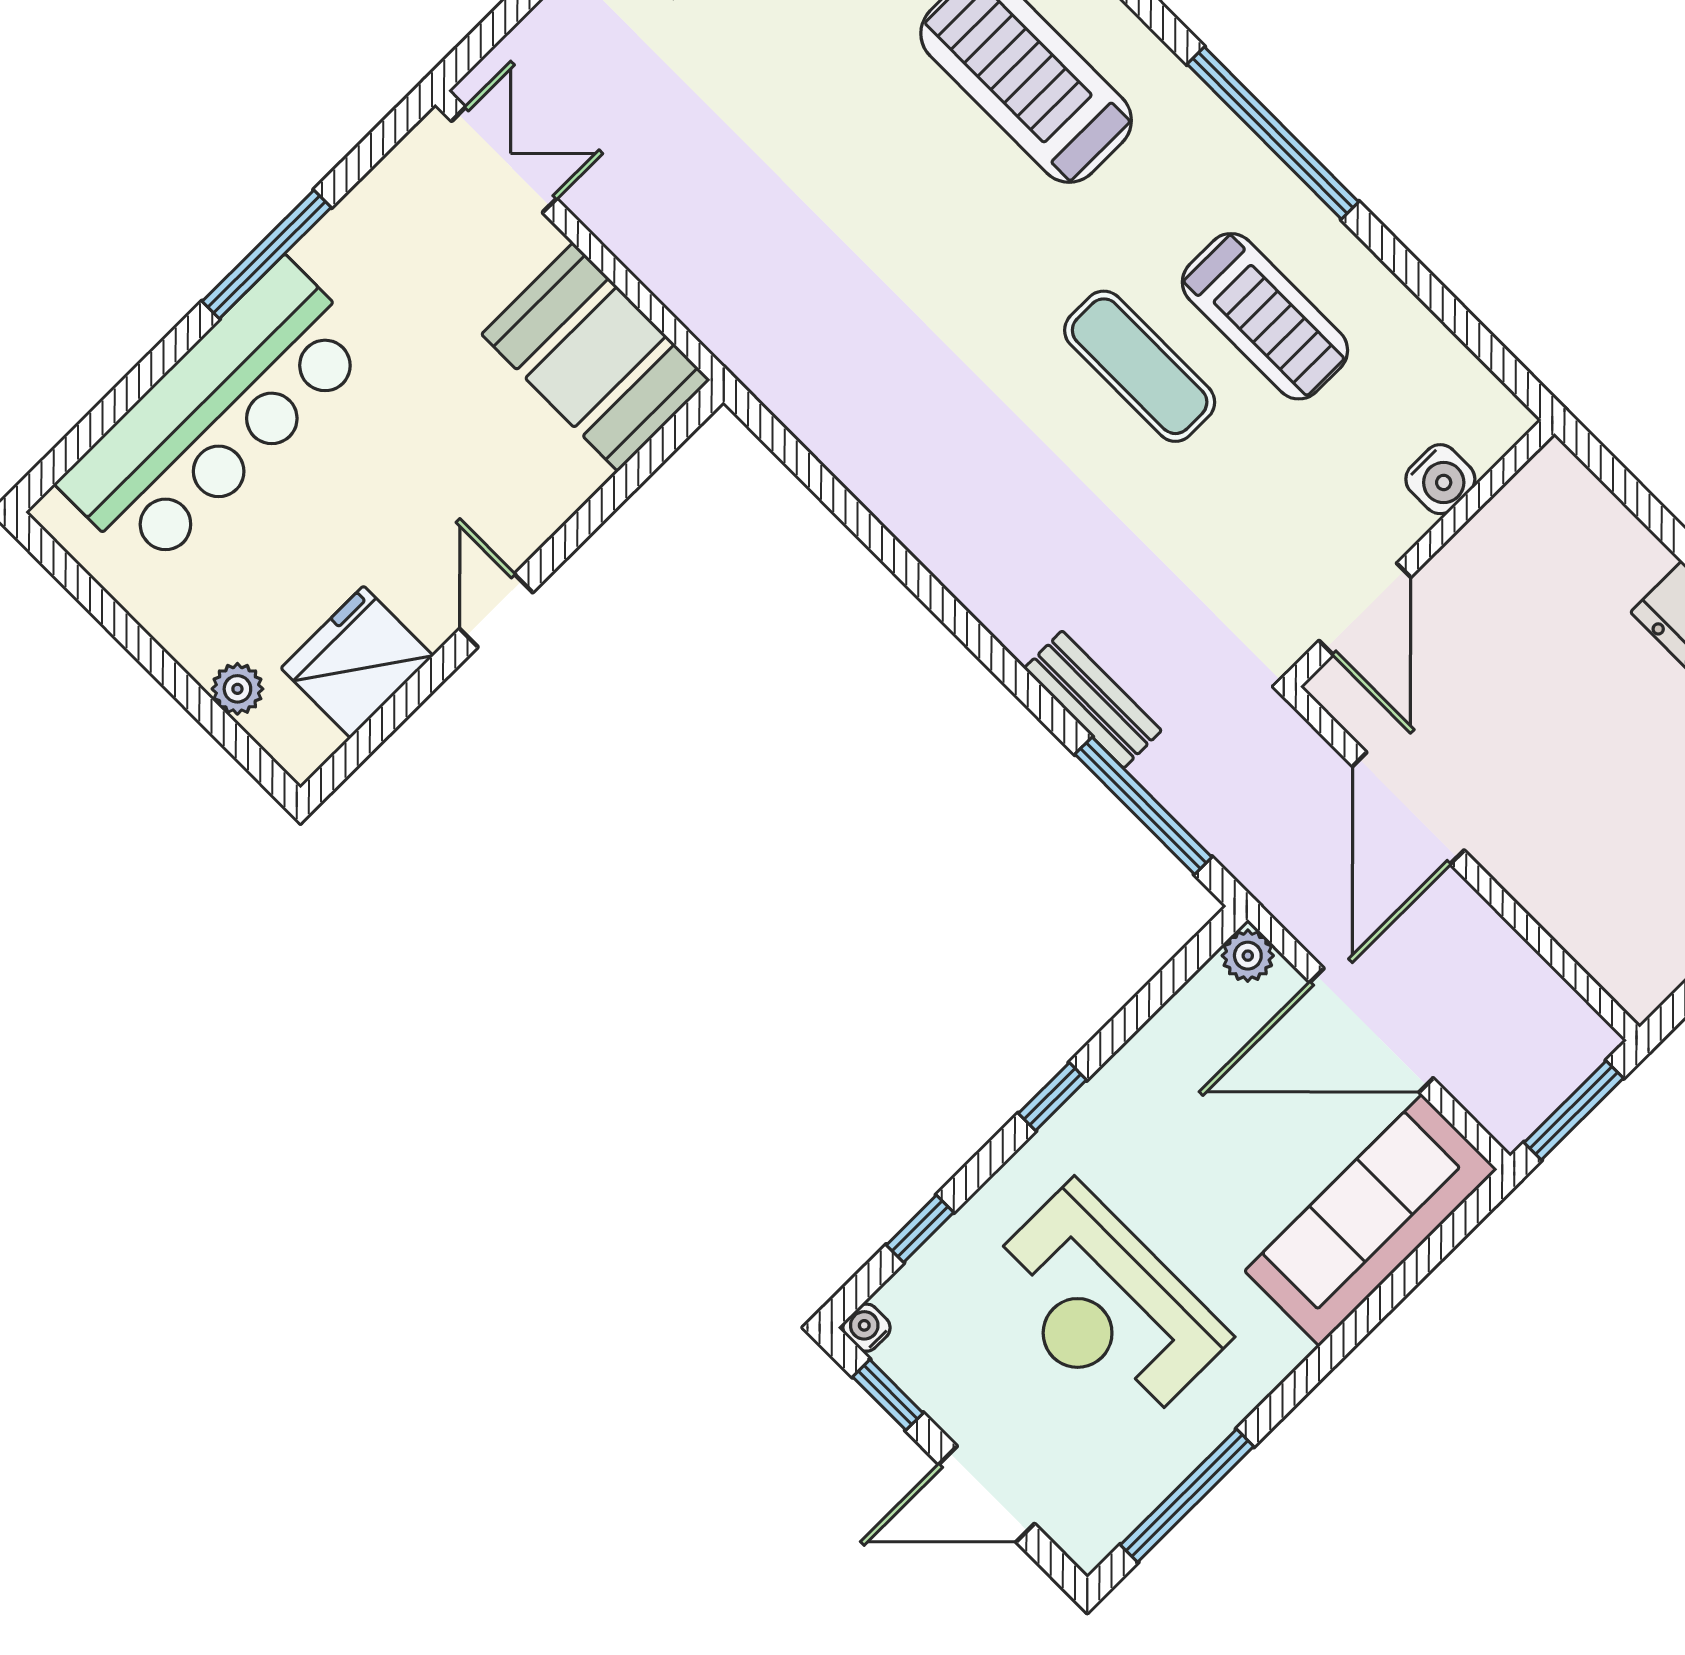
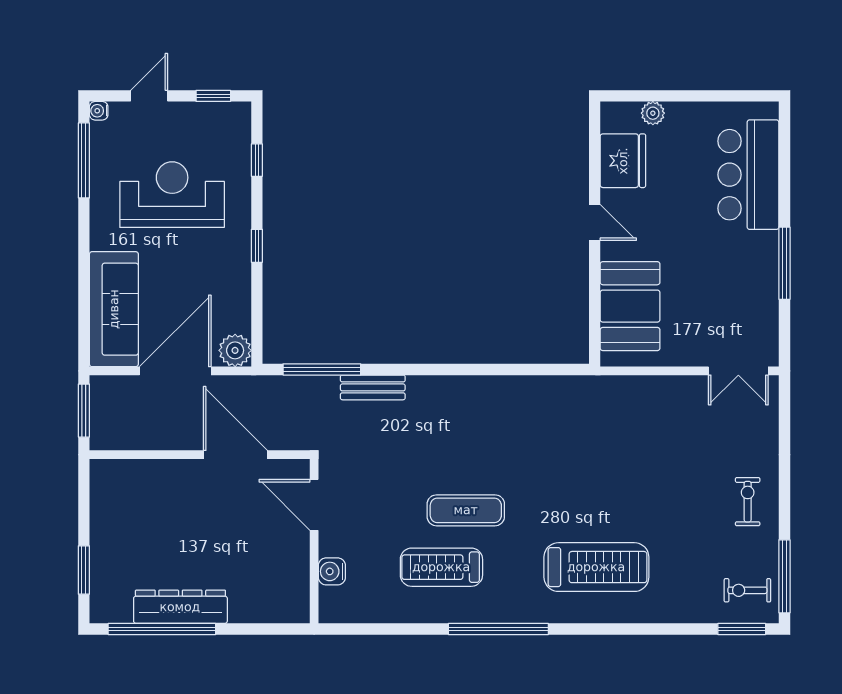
booth: (596, 357) -> (630, 306), moved, turned 90
bar counter: (216, 416) -> (748, 175), width x0.73
plant: (1248, 956) -> (235, 350), width x1.38, depth x1.38
water cooler: (867, 1328) -> (99, 111), moved, turned 180
door: (987, 1494) -> (149, 96), width x0.73

